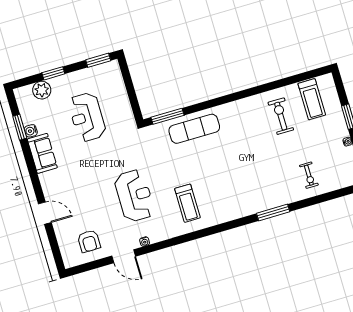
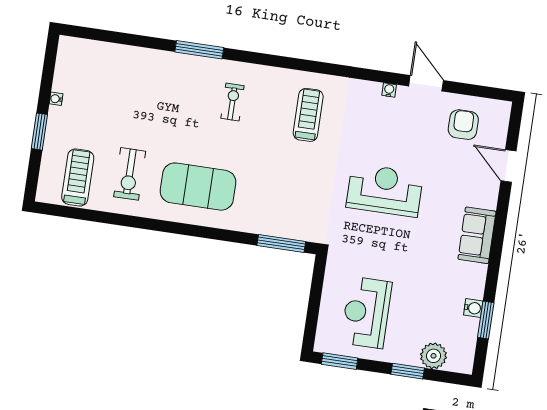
reception desk: (87, 117) -> (366, 313), moved, turned 180
exercise mat: (194, 129) -> (198, 187), moved, width x1.47
sofa: (42, 153) -> (477, 235), moved
exercise bike: (309, 175) -> (232, 102), moved
reception desk: (134, 196) -> (385, 190), moved, turned 90
door: (45, 213) -> (509, 166), moved

